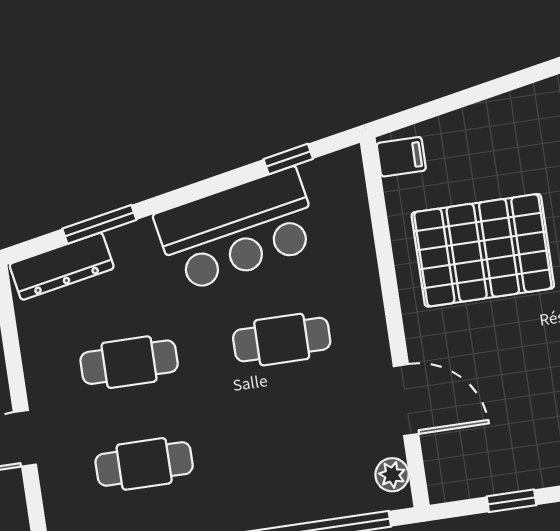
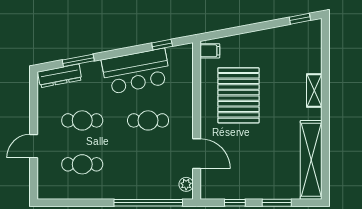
pallet: (483, 250) -> (238, 95), turned 90

